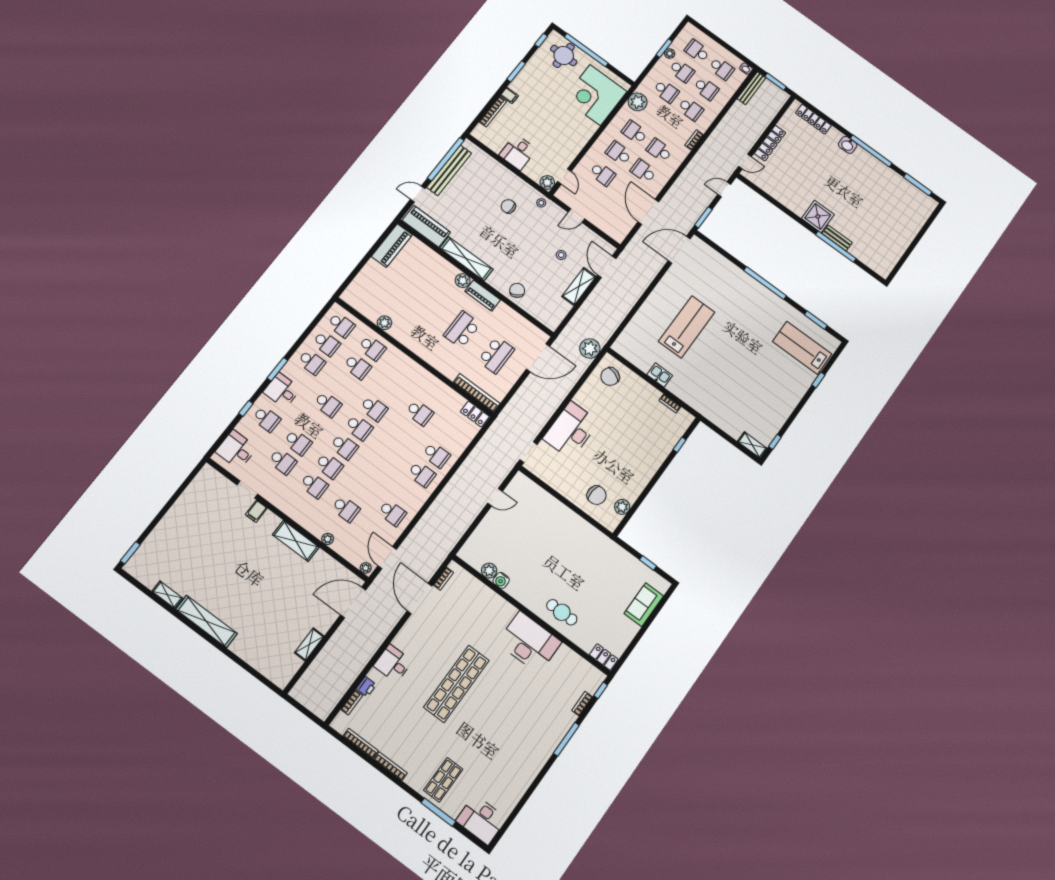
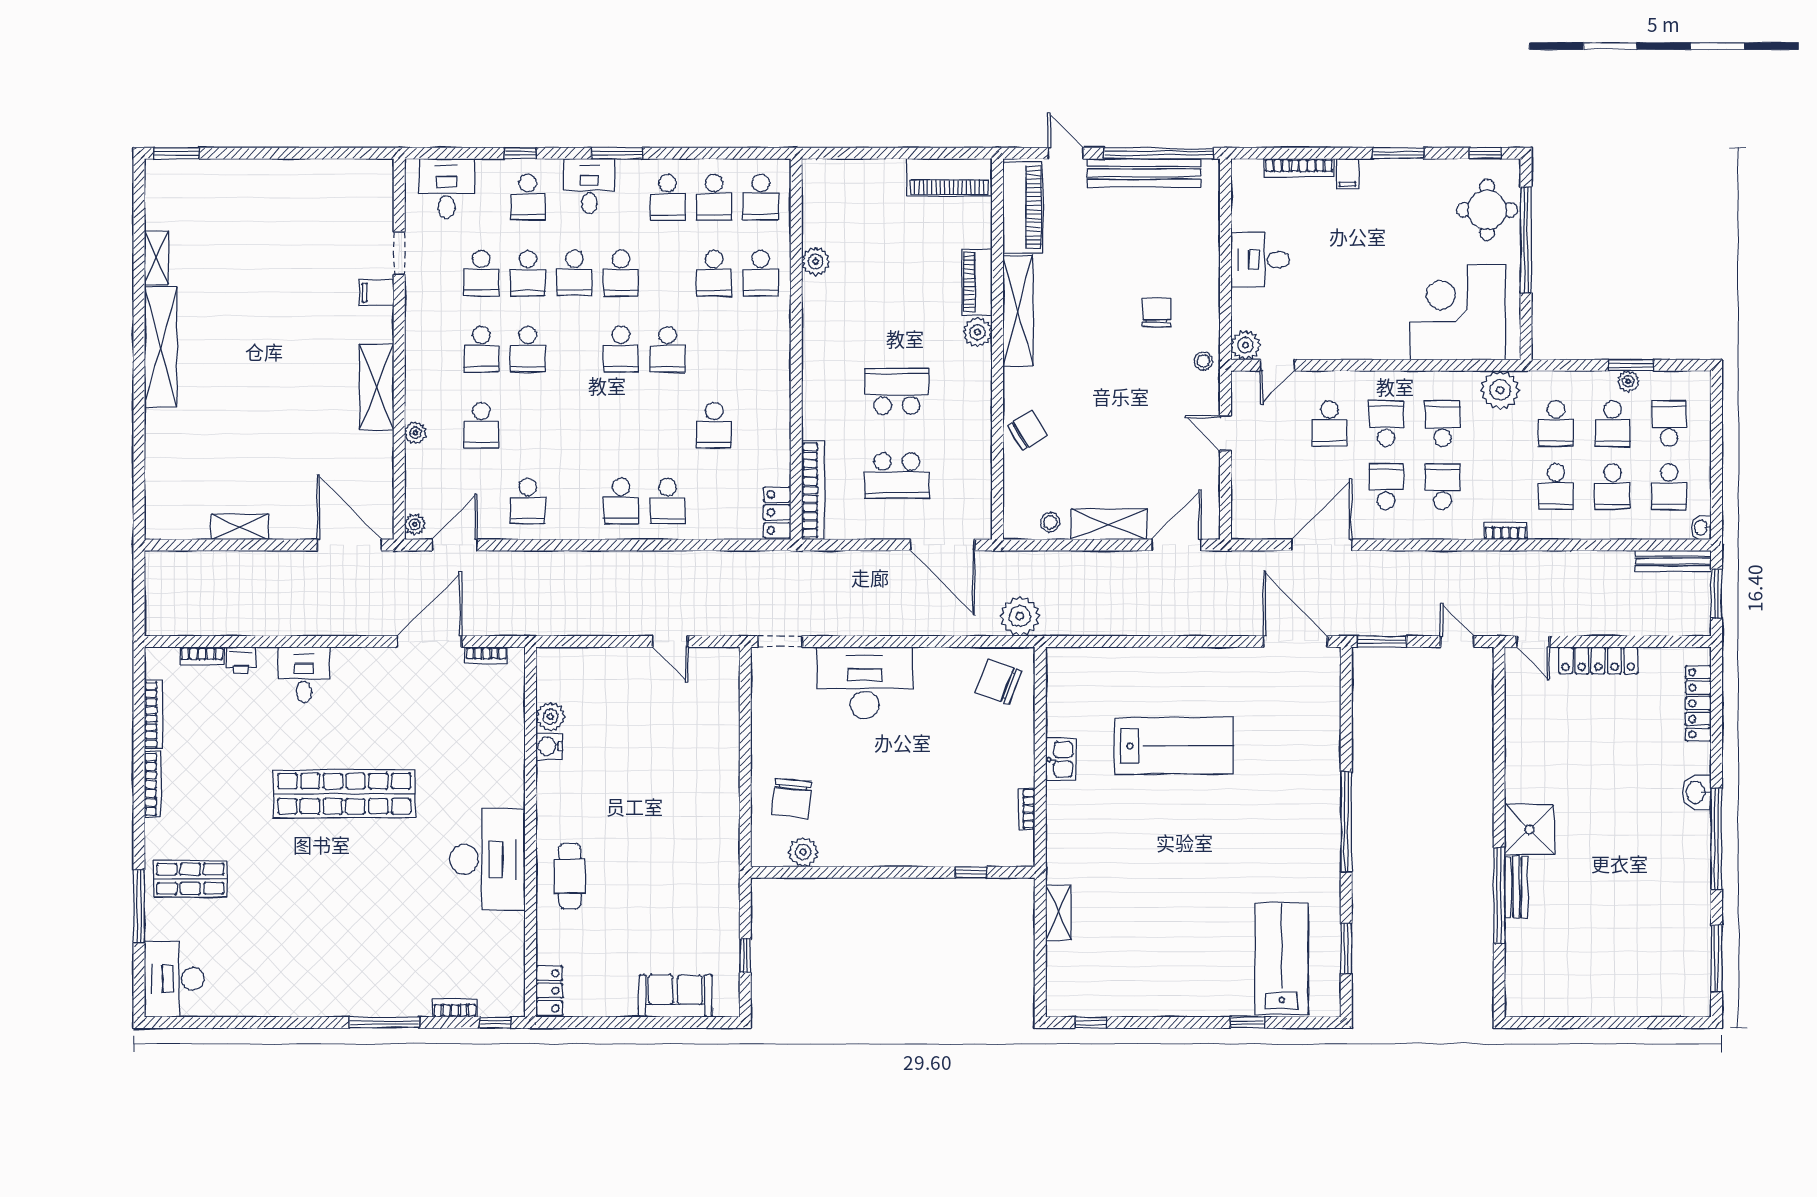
stool: (561, 255) -> (1050, 522), moved
piano: (483, 296) -> (977, 282), moved
shelving: (752, 445) -> (1058, 913), moved
school desk: (344, 447) -> (574, 273), moved

